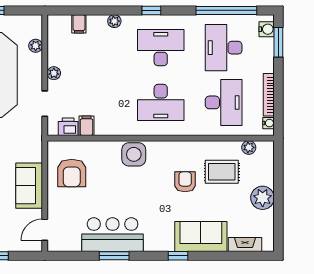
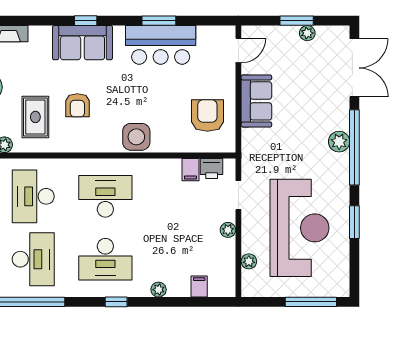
rug: (222, 172) -> (35, 117), turned 90
sofa: (201, 236) -> (82, 43), moved

